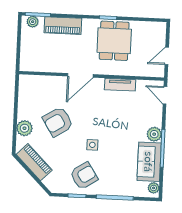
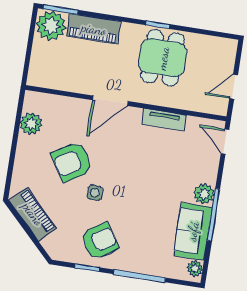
plant: (33, 22) -> (51, 26), width x1.88, depth x1.88
plant: (24, 128) -> (31, 124), moved
side table: (92, 145) -> (95, 193), moved

